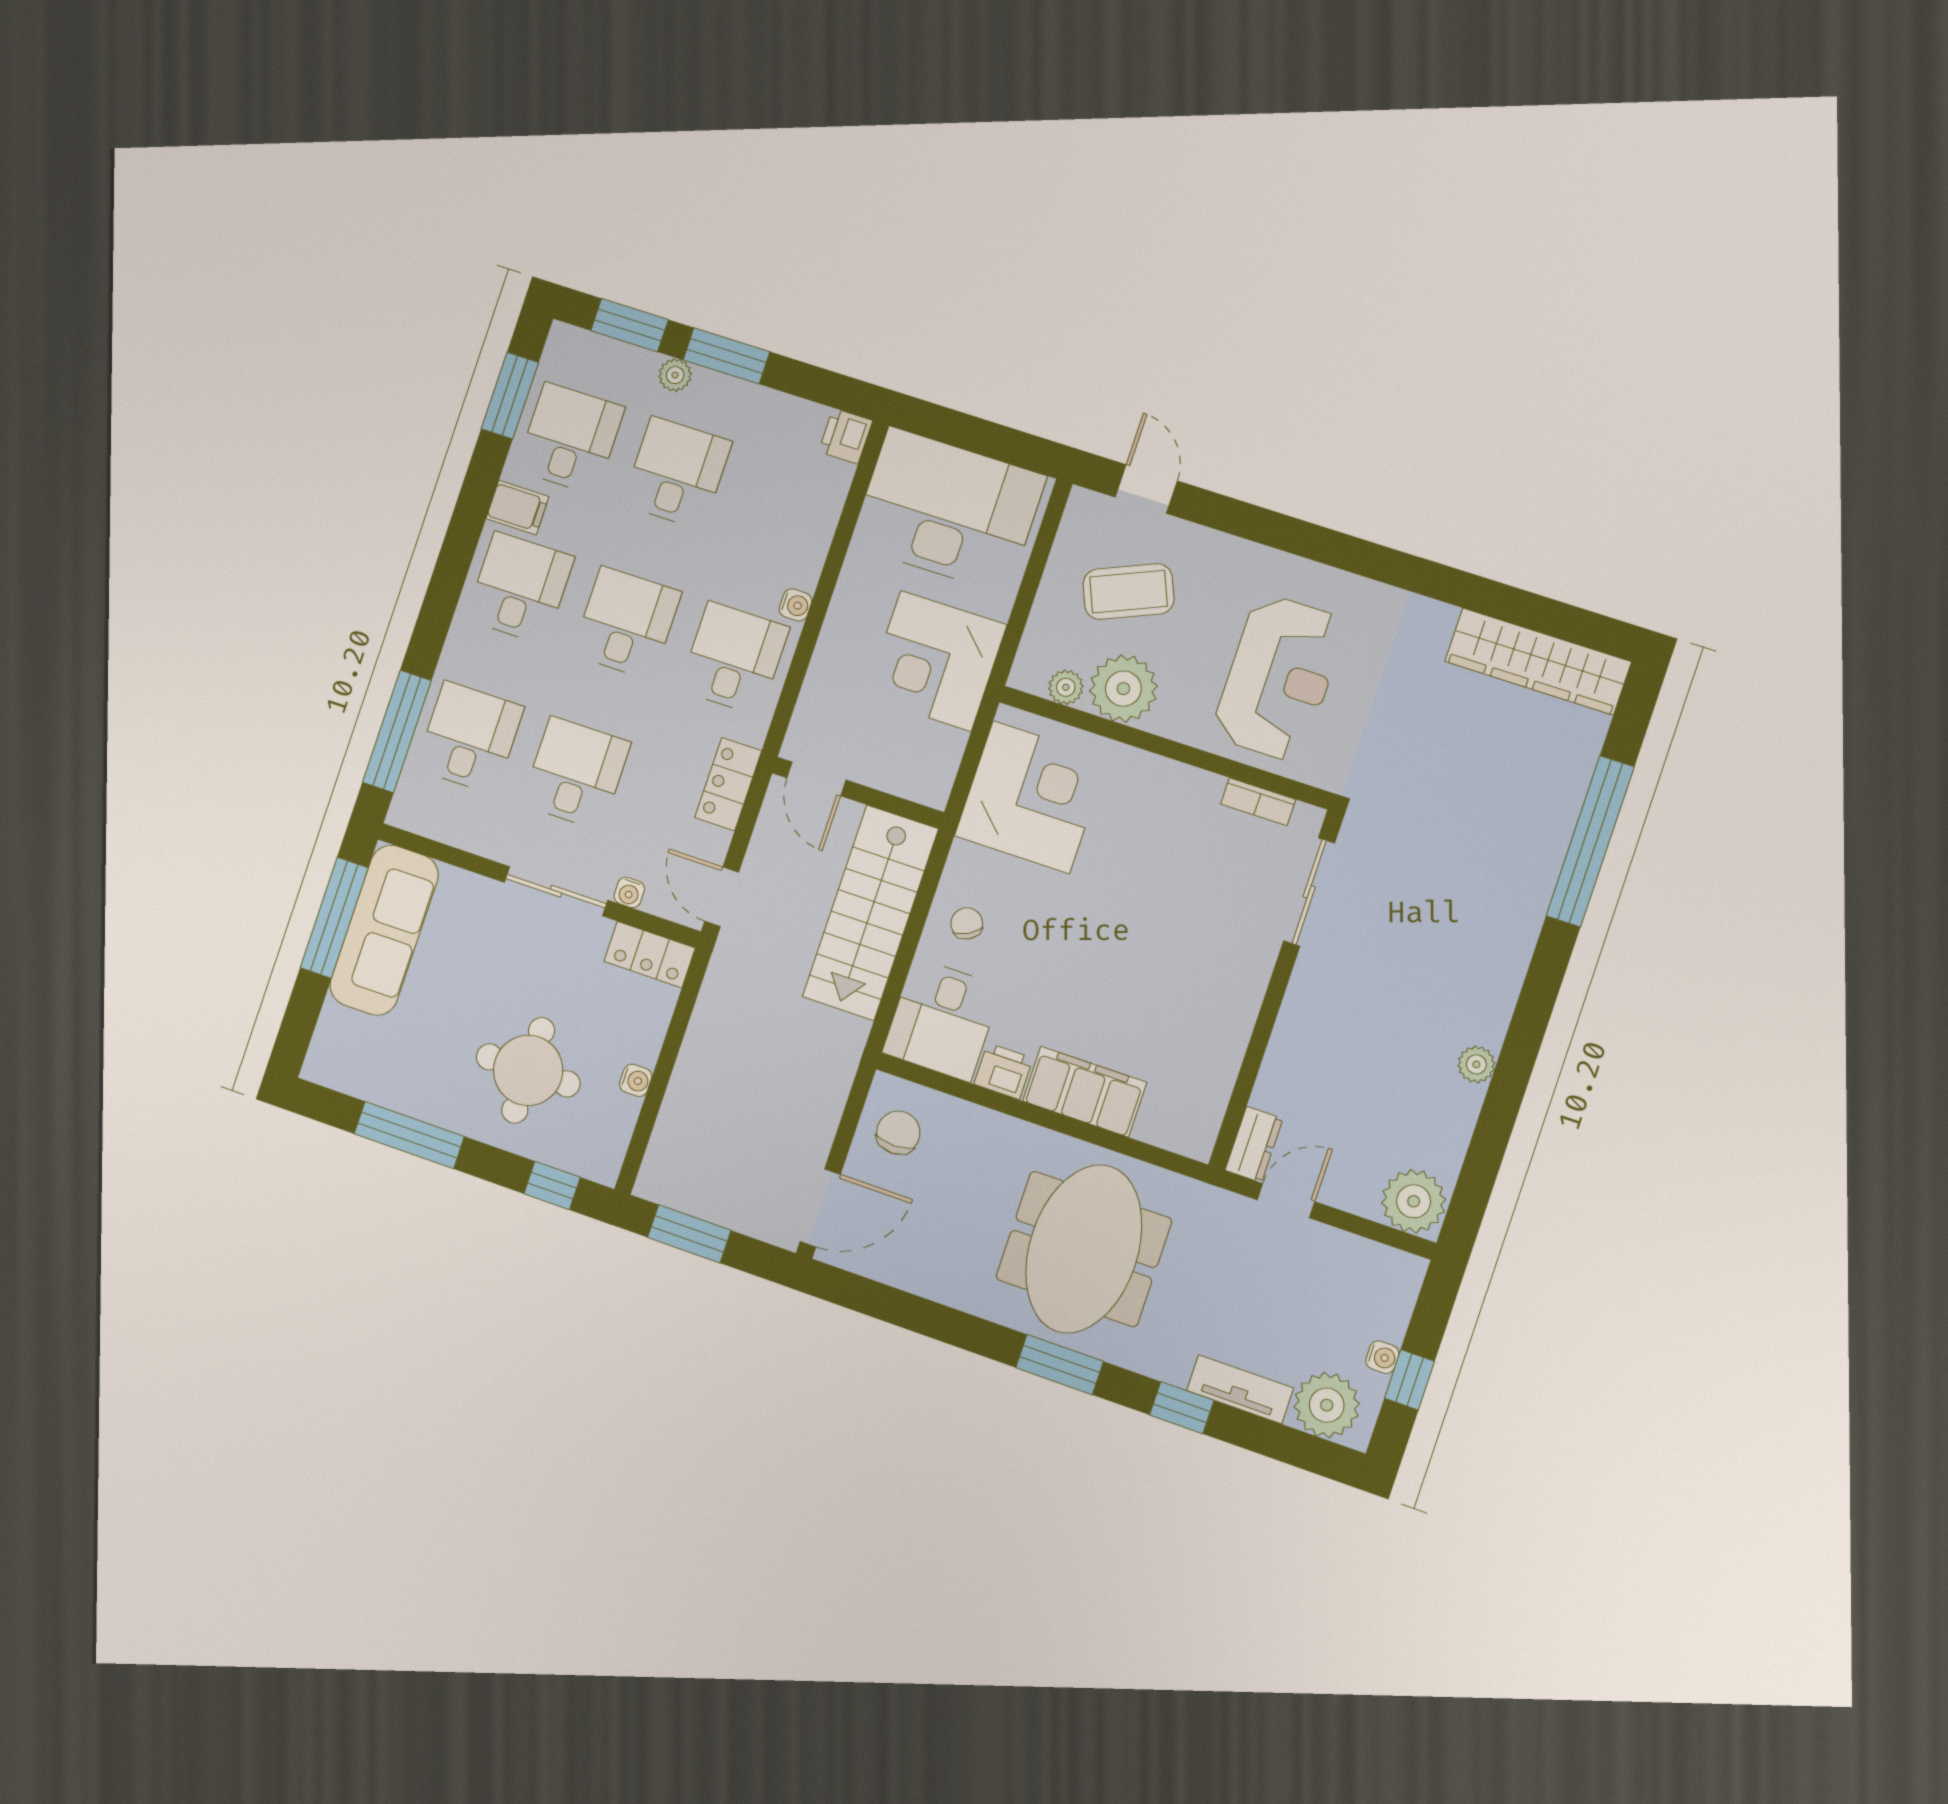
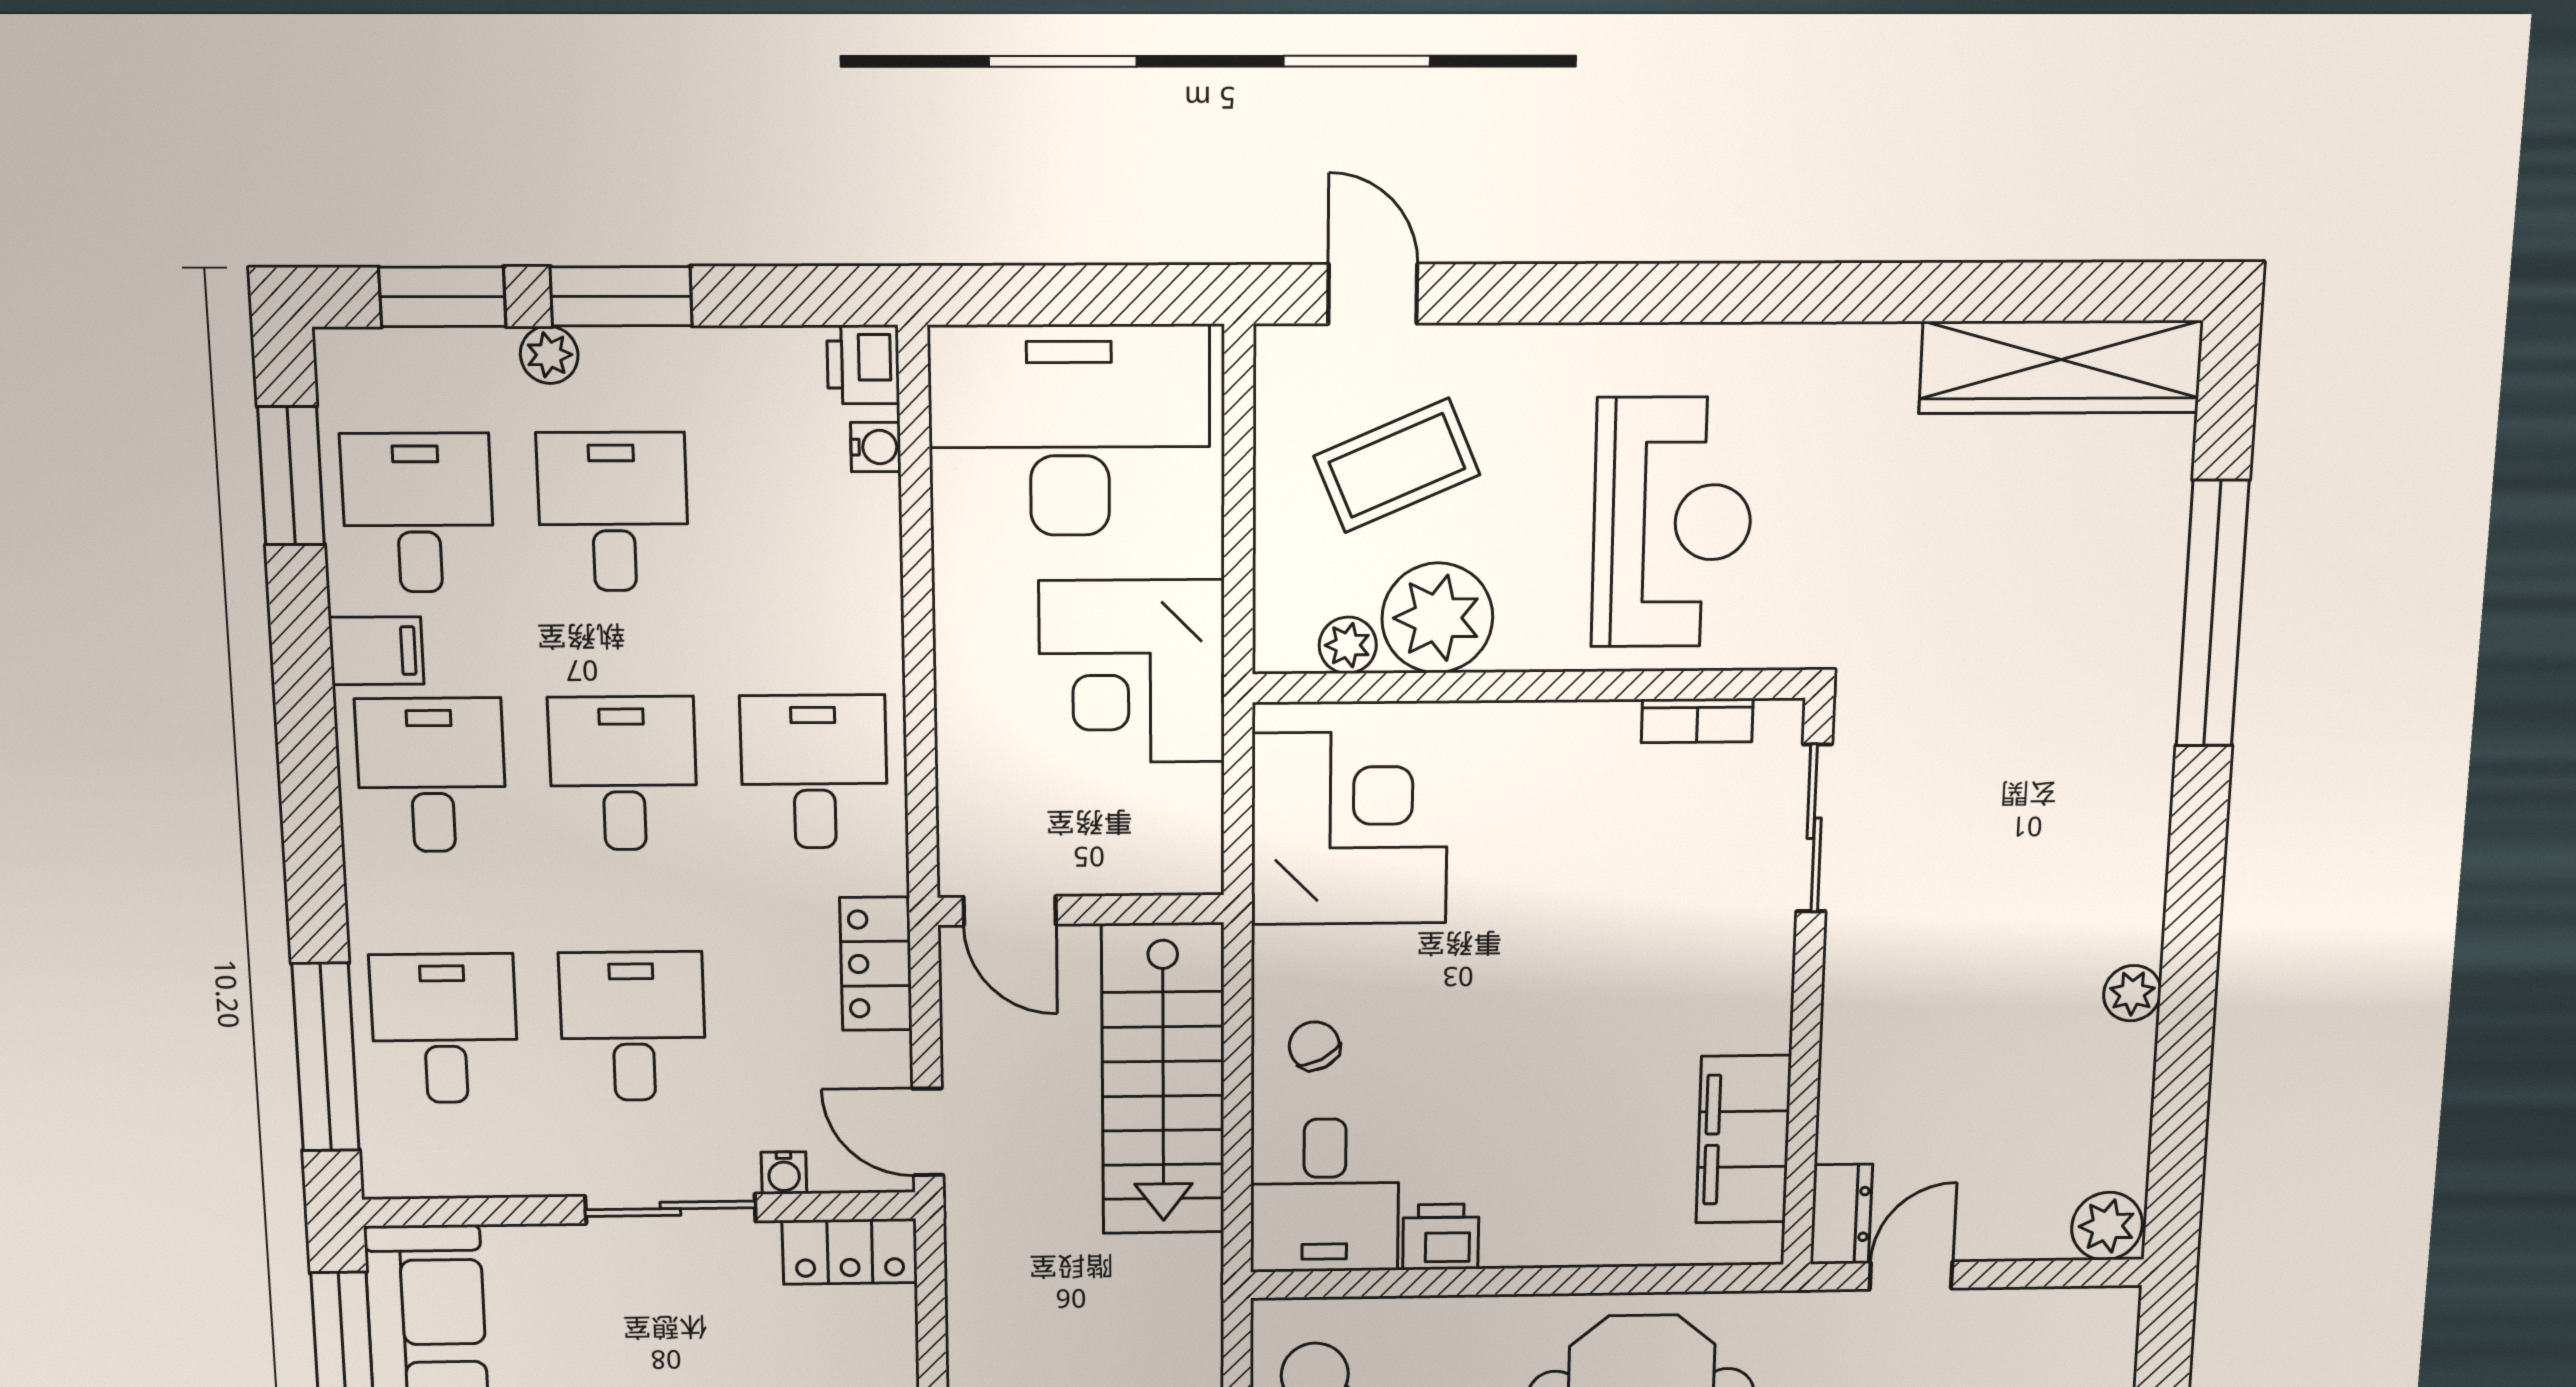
water cooler: (795, 605) -> (876, 447), moved
filing cabinet: (1085, 1092) -> (1744, 1139), moved, turned -90
plant: (1414, 1201) -> (2107, 1226), width x0.73, depth x0.73

